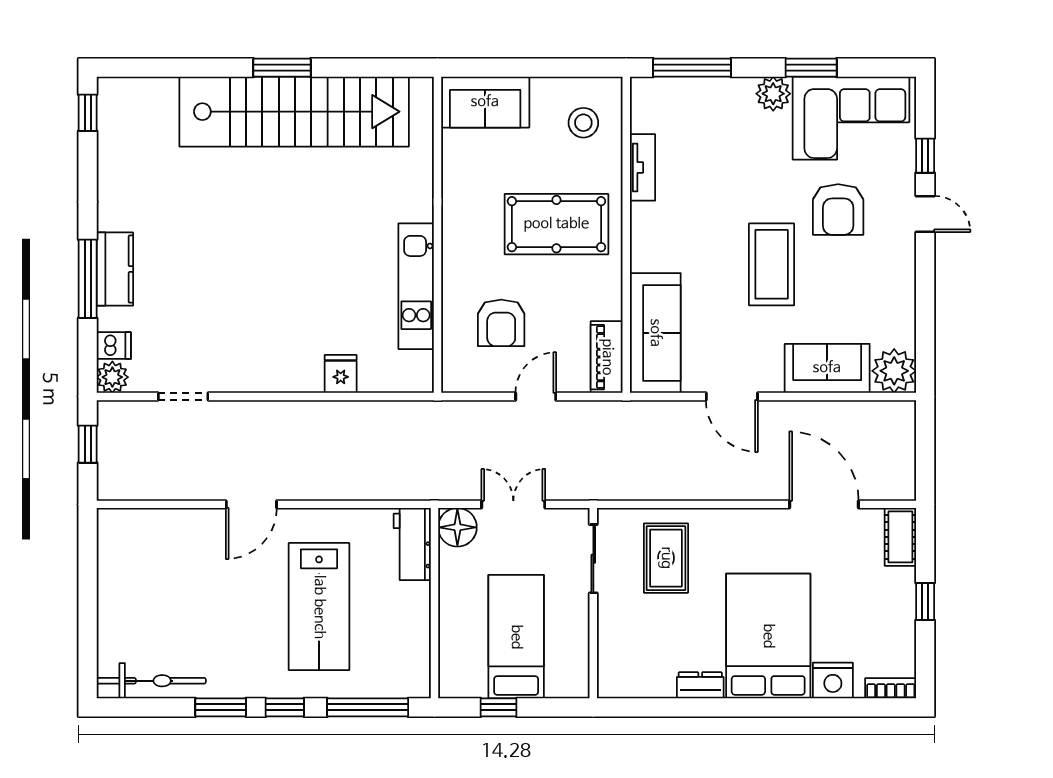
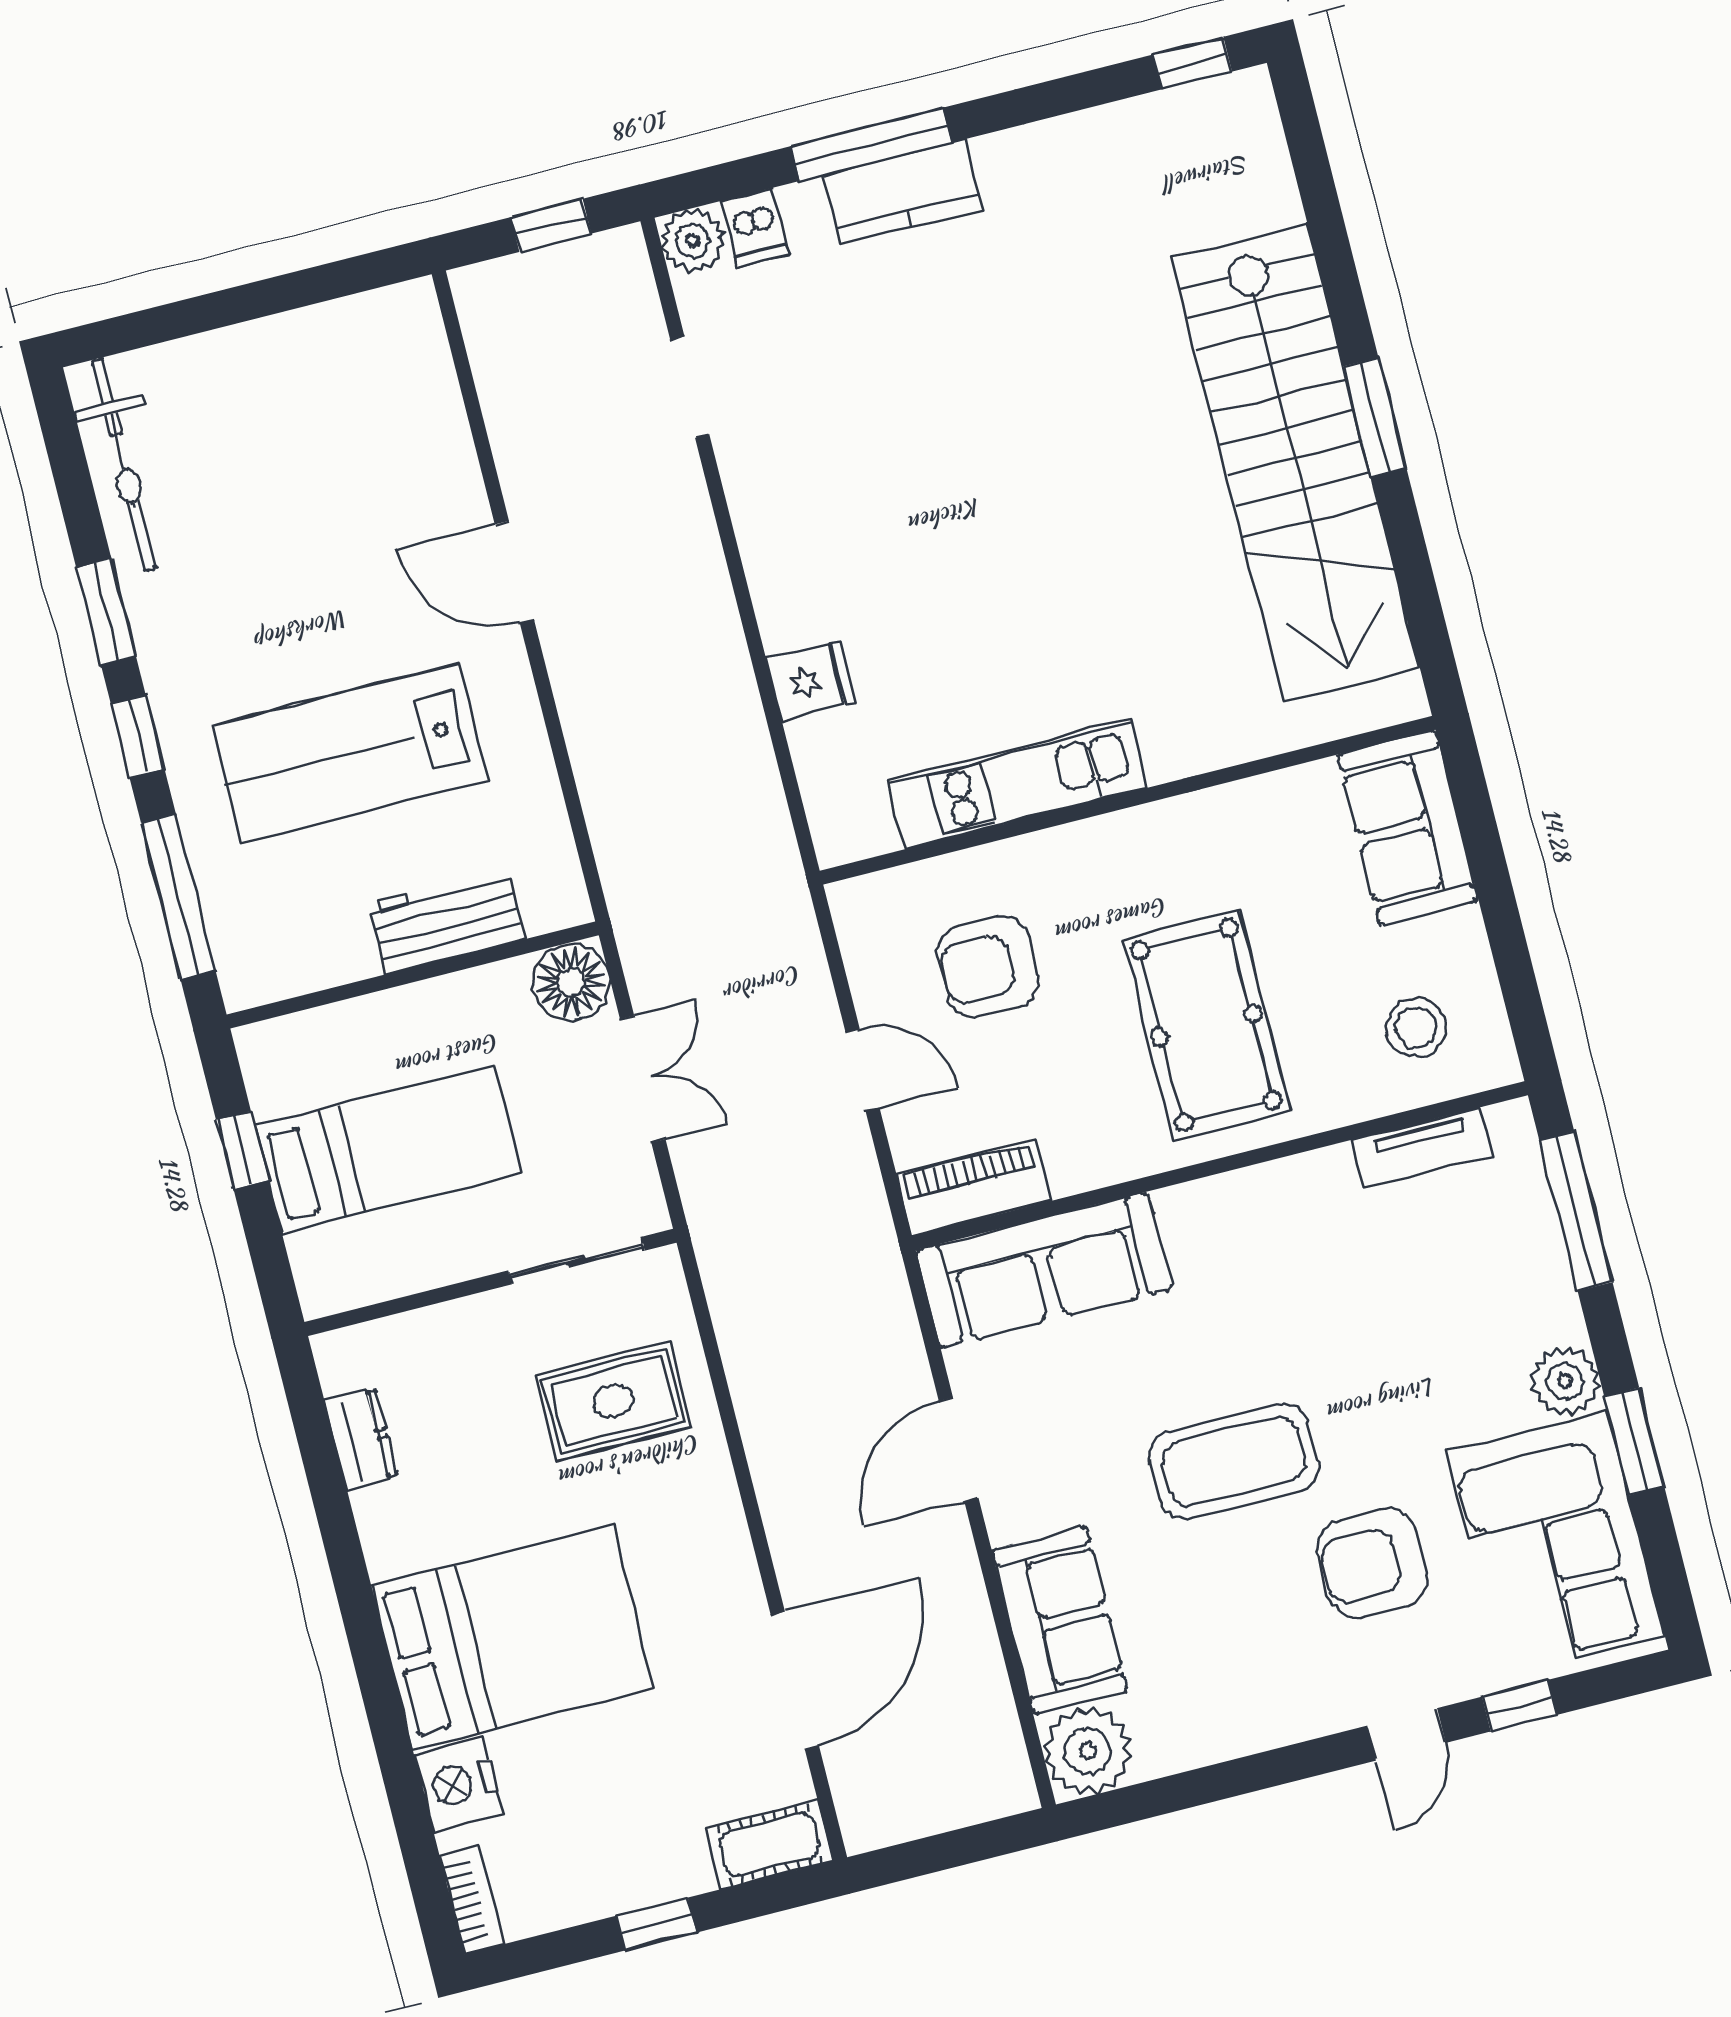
tv unit: (642, 167) -> (1422, 1148), moved
workbench: (412, 544) -> (446, 921), moved
dresser: (700, 685) -> (361, 1439), moved

